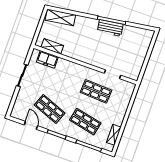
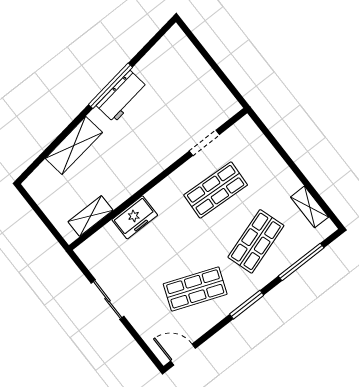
shelving: (60, 17) -> (74, 145), moved
freezer: (47, 59) -> (135, 217), moved
shop shelf: (85, 122) -> (256, 241), turned -30
door: (31, 125) -> (183, 355), moved

